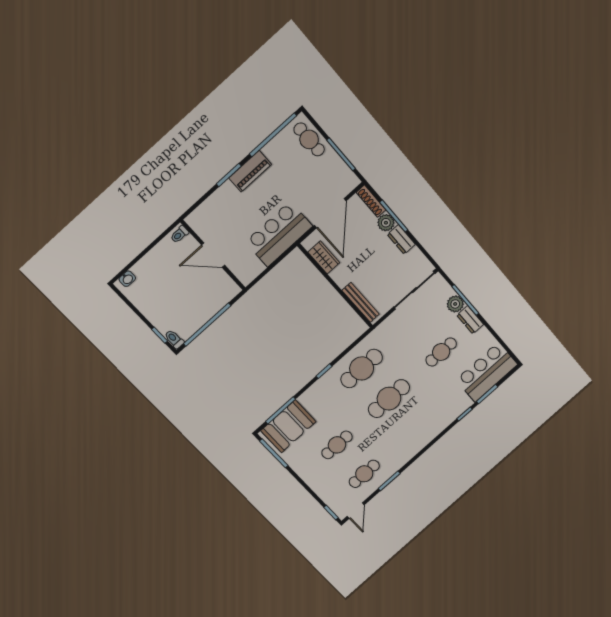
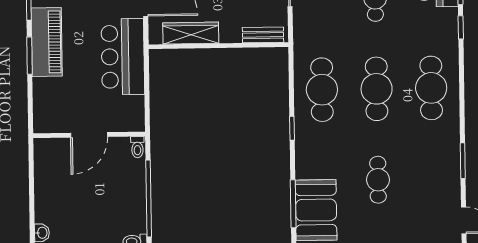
piano: (250, 171) -> (47, 42), width x1.37, depth x1.33
toilet: (179, 234) -> (137, 147), moved
wardrobe: (324, 257) -> (191, 33), width x1.50
bench: (361, 302) -> (263, 35), width x0.73
cafe table: (364, 474) -> (431, 88), moved, width x1.37, depth x1.35

